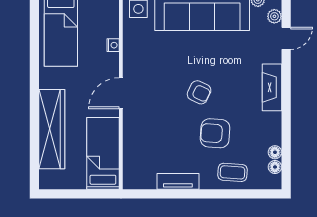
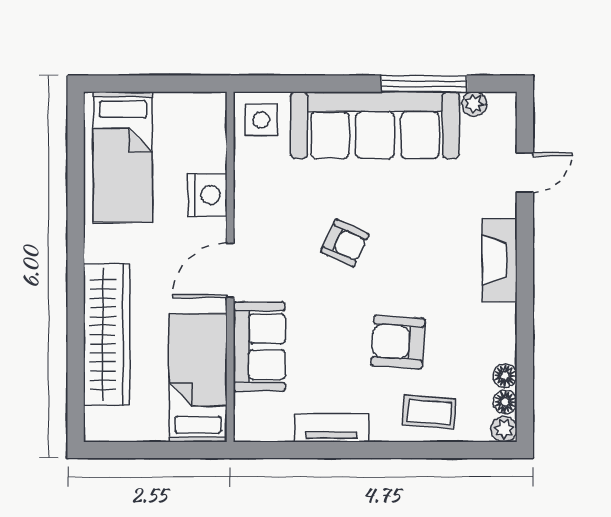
plant: (274, 16) -> (504, 429), moved
nightstand: (113, 45) -> (208, 195), width x1.89, depth x1.79
armchair: (199, 92) -> (345, 243), moved
sofa: (137, 136) -> (259, 347), added

